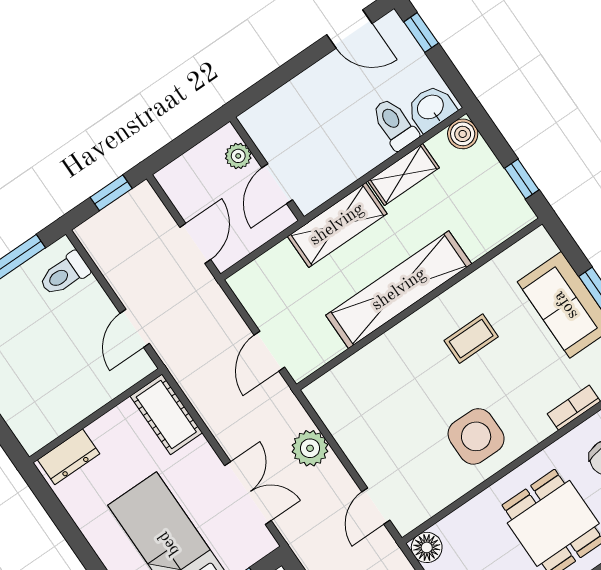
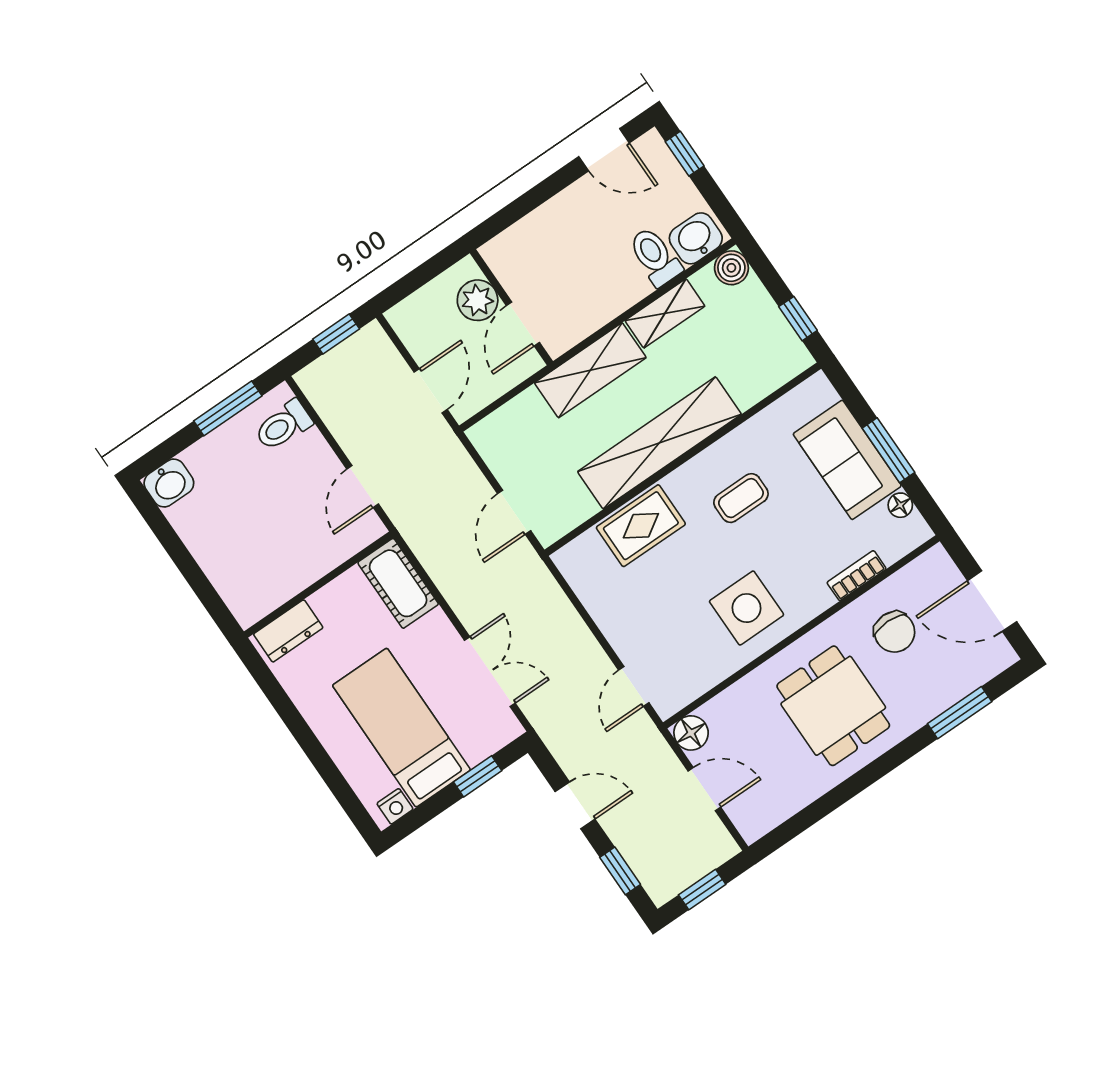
plant: (238, 156) -> (478, 300), width x1.38, depth x1.38
rug: (382, 363) -> (641, 526), added
plant: (310, 448) -> (560, 621), removed

